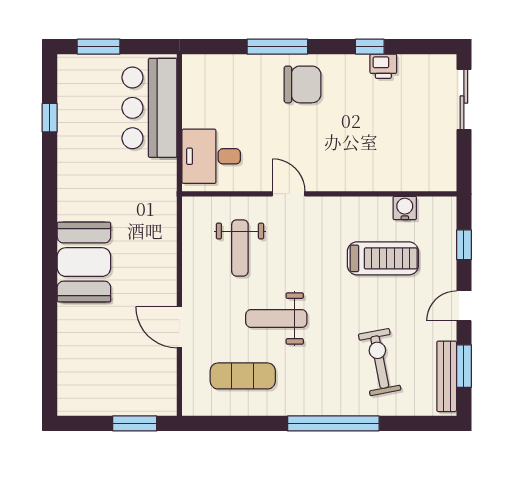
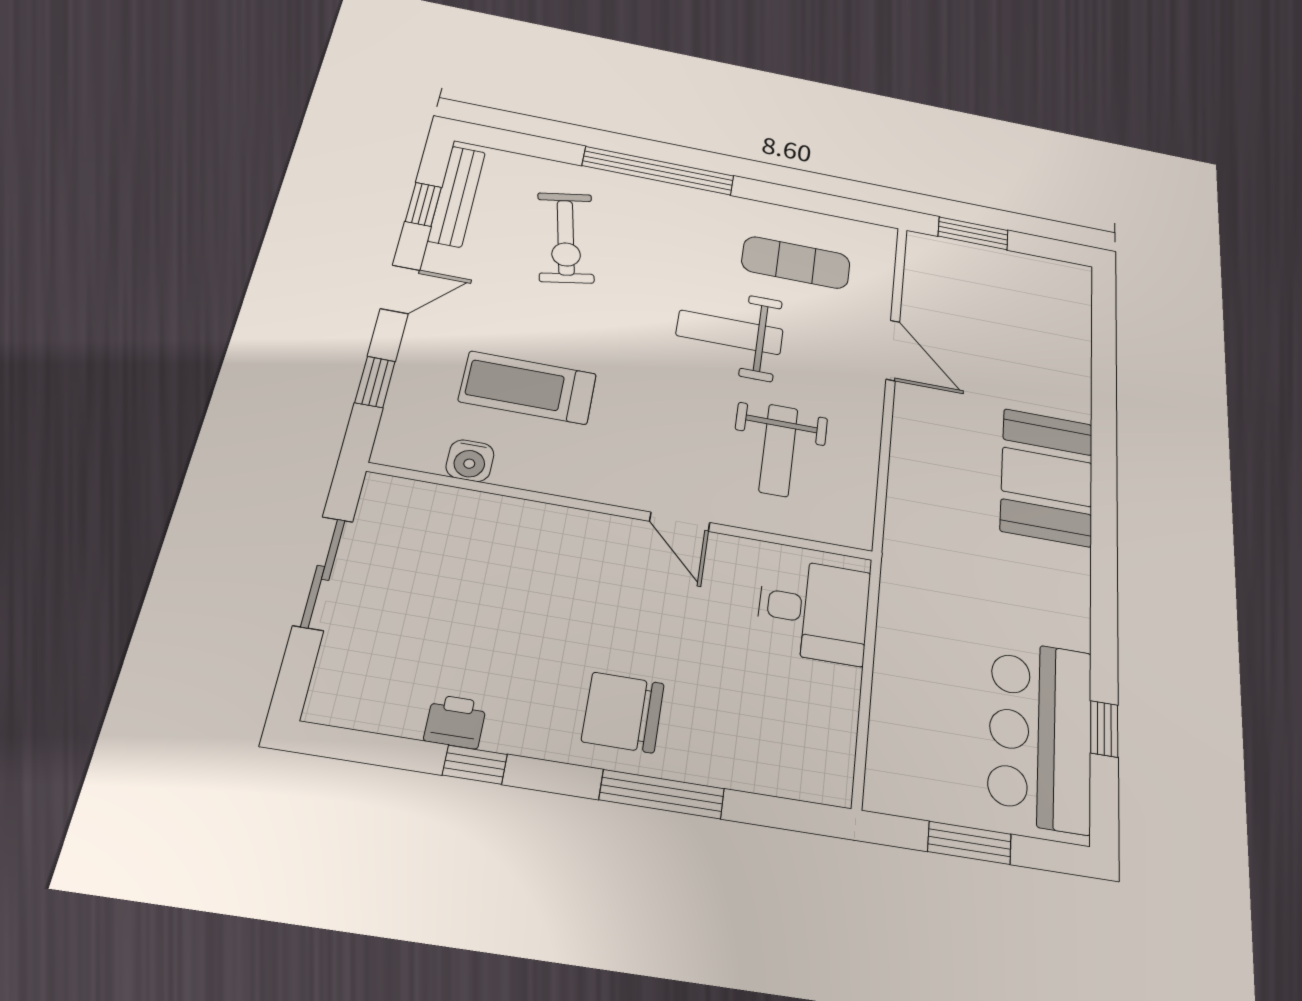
window: (99, 47) -> (970, 843), moved
sliding door: (464, 100) -> (323, 573), moved
bar counter: (149, 108) -> (1040, 734), moved, turned 180
weight bench: (240, 248) -> (778, 450), turned 180
weight bench: (276, 319) -> (730, 332), turned 180
window: (464, 366) -> (423, 204), width x0.67

